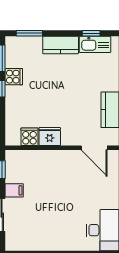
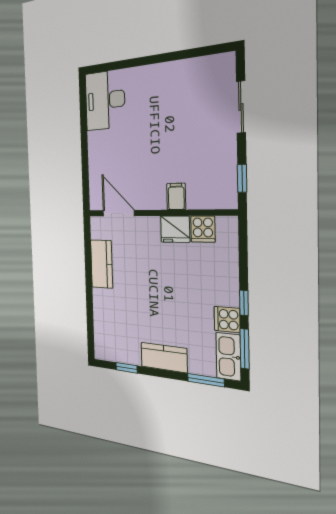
kitchen sink: (95, 44) -> (228, 357), moved, turned -90
filing cabinet: (14, 190) -> (176, 196), moved, turned 90

